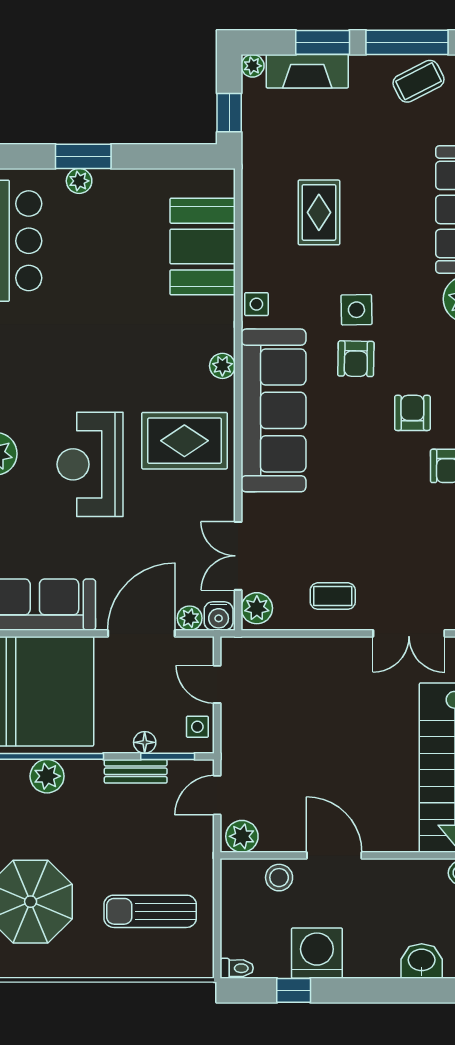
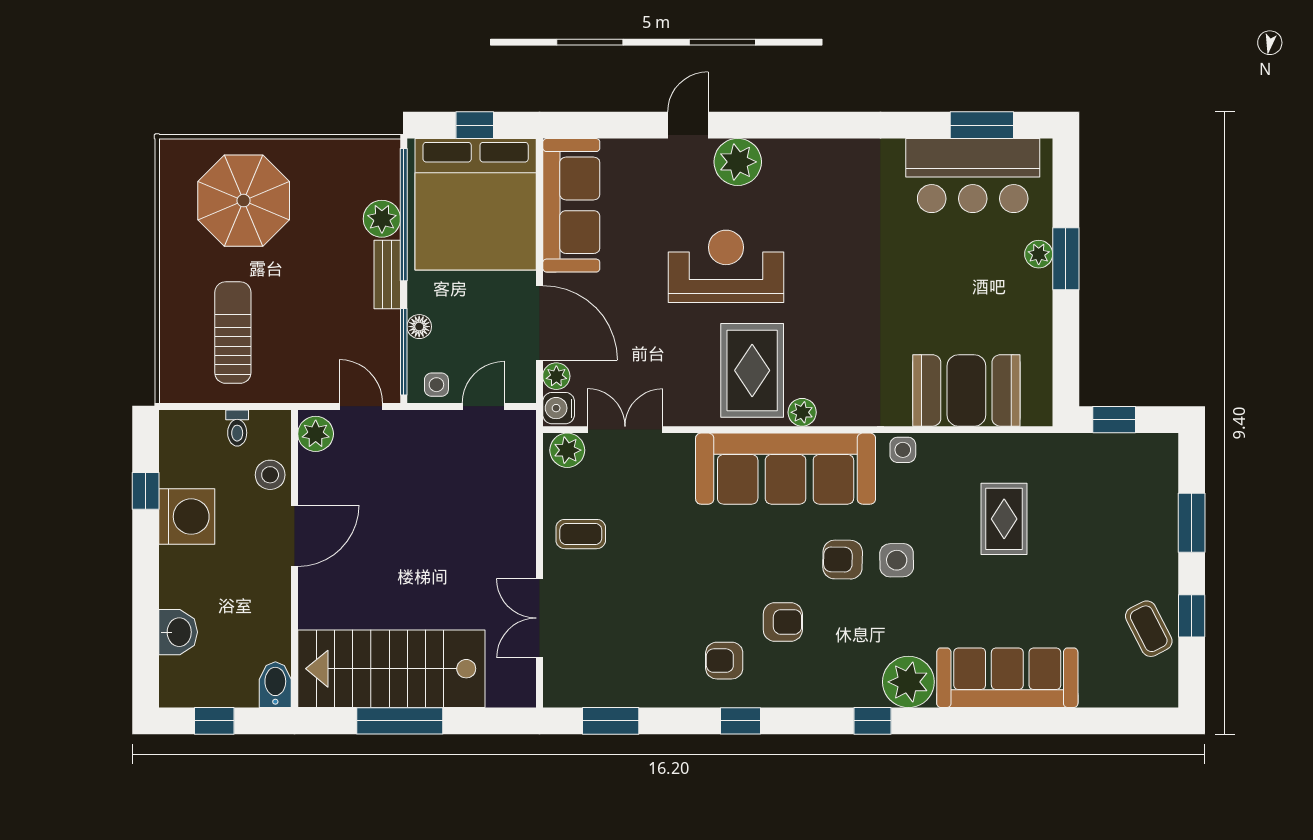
window: (407, 42) -> (1192, 616), width x0.46
plant: (253, 66) -> (1166, 446), removed
fireplace: (307, 71) -> (1160, 506), removed
rug: (319, 212) -> (1004, 519), turned 90
plant: (222, 366) -> (802, 412), moved
coffee table: (333, 596) -> (581, 534), turned 90
window: (168, 756) -> (404, 352), width x1.44
bench: (136, 771) -> (387, 274), moved
toilet: (237, 968) -> (237, 428), moved

